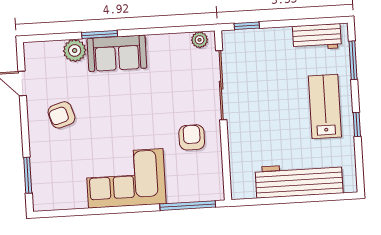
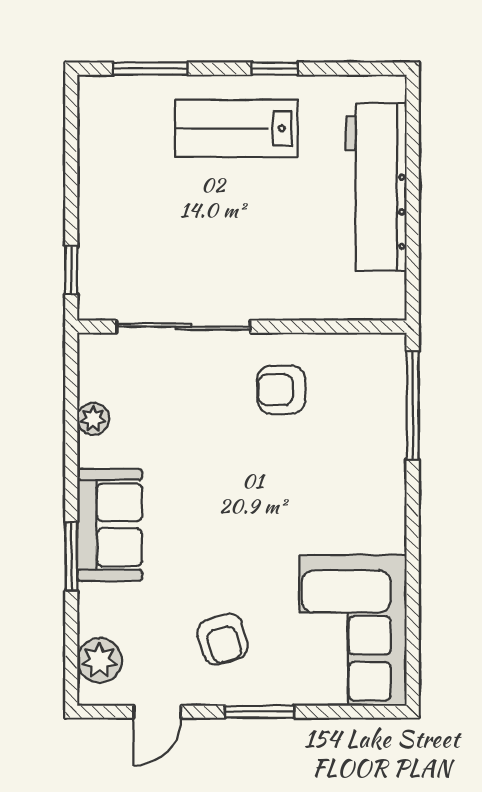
workbench: (317, 37) -> (101, 136), removed
plant: (200, 40) -> (93, 419), moved
plant: (75, 51) -> (99, 660), moved
window: (28, 175) -> (260, 712), moved
corner sofa: (126, 178) -> (353, 630), moved

